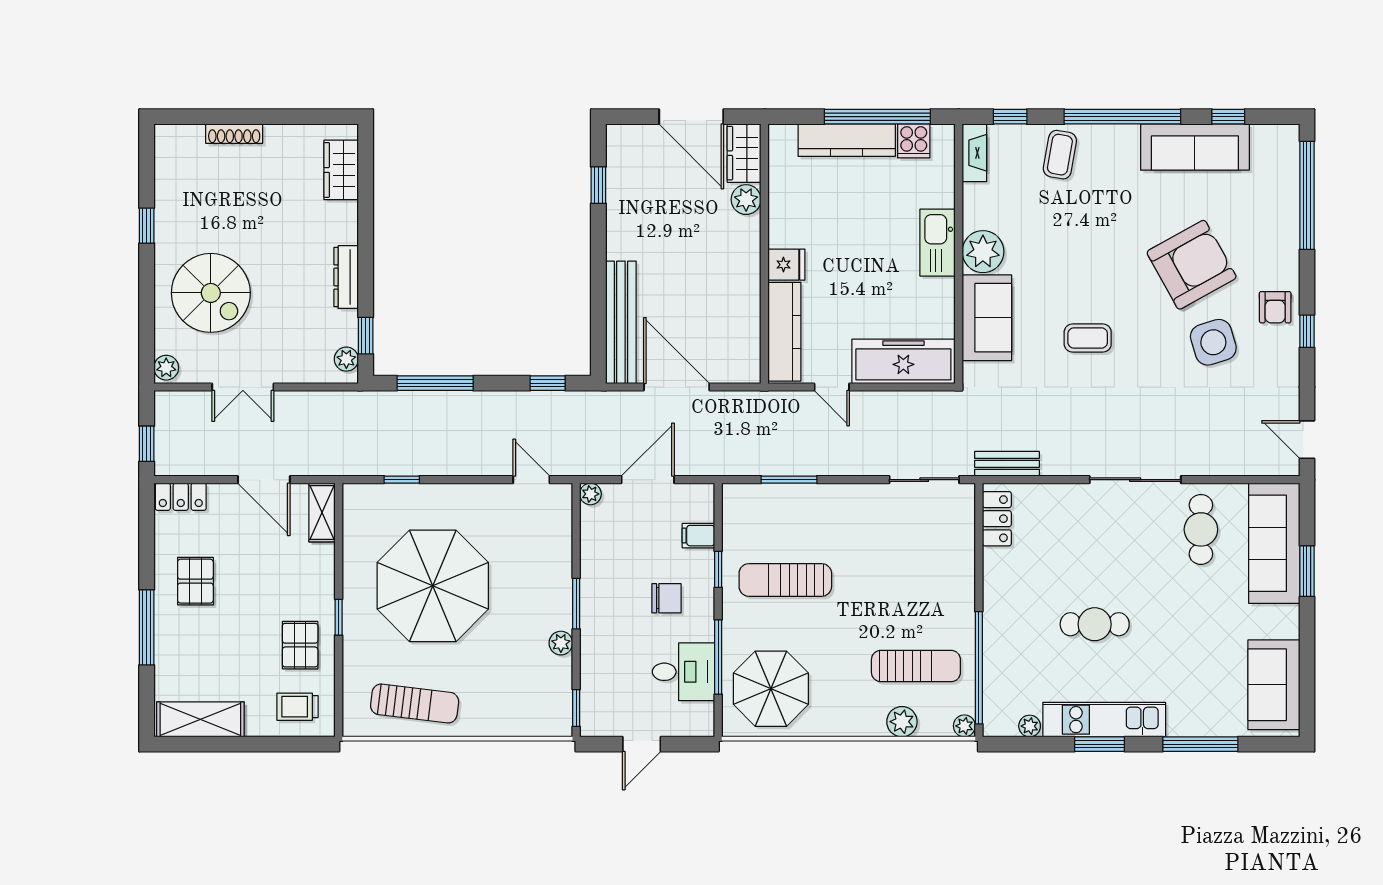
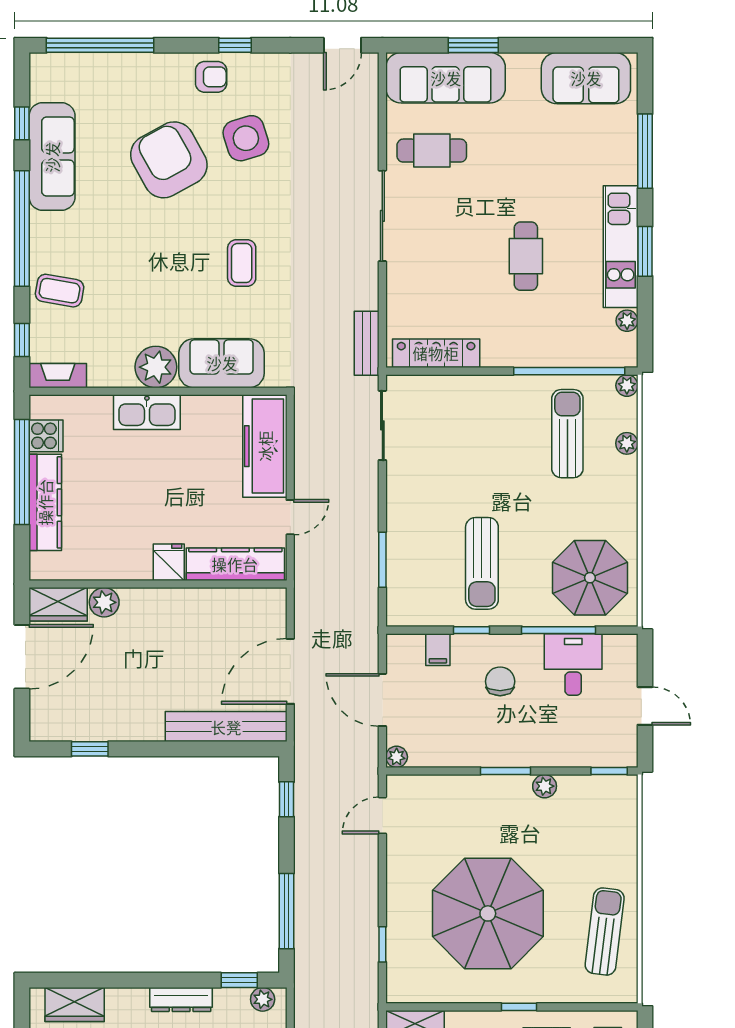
locker: (997, 519) -> (436, 353), width x1.53
plant: (902, 722) -> (627, 443), width x0.73, depth x0.73

